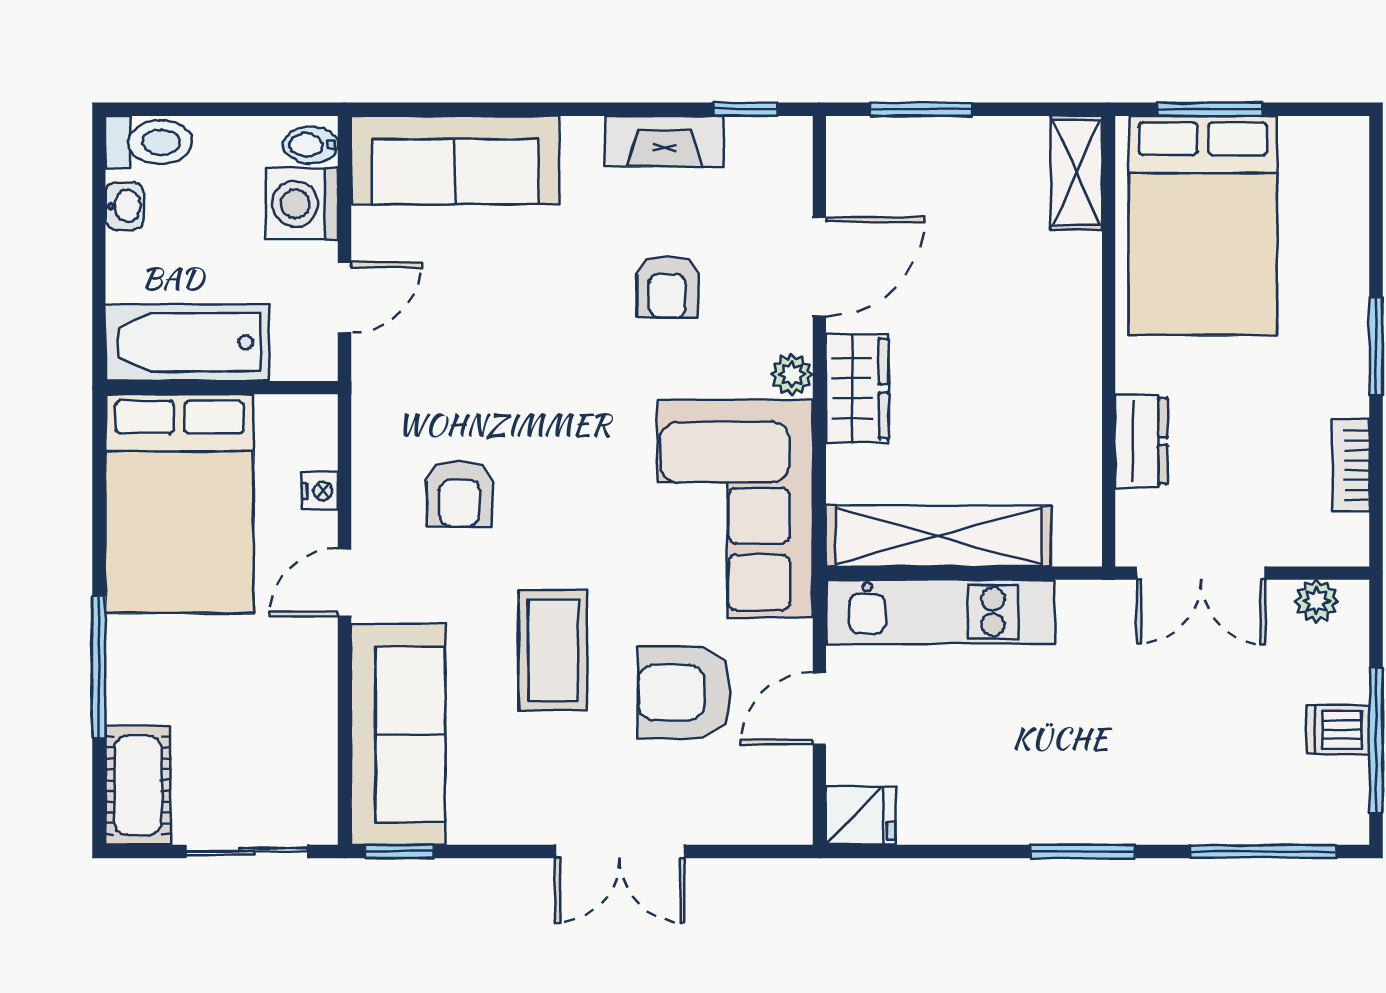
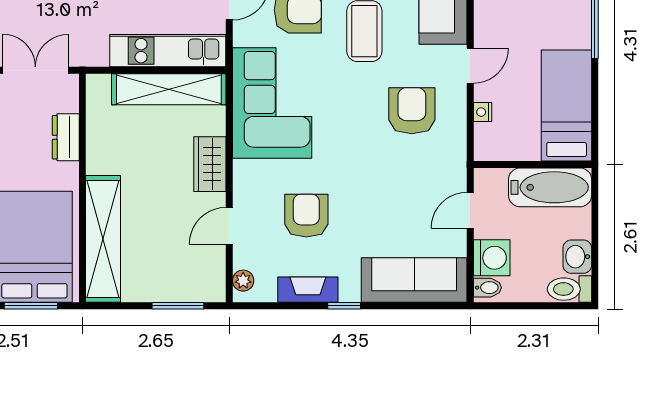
window: (745, 109) -> (344, 306), moved
shelving: (1076, 173) -> (103, 239), width x2.20, depth x1.33
washbasin: (125, 206) -> (577, 257), width x1.38, depth x1.45
door: (819, 267) -> (229, 226), width x0.73
armchair: (667, 287) -> (306, 216), width x1.38, depth x1.38
plant: (792, 374) -> (243, 281), moved
armchair: (459, 494) -> (412, 111), width x1.38, depth x1.38
bed: (179, 504) -> (567, 106), width x0.67

